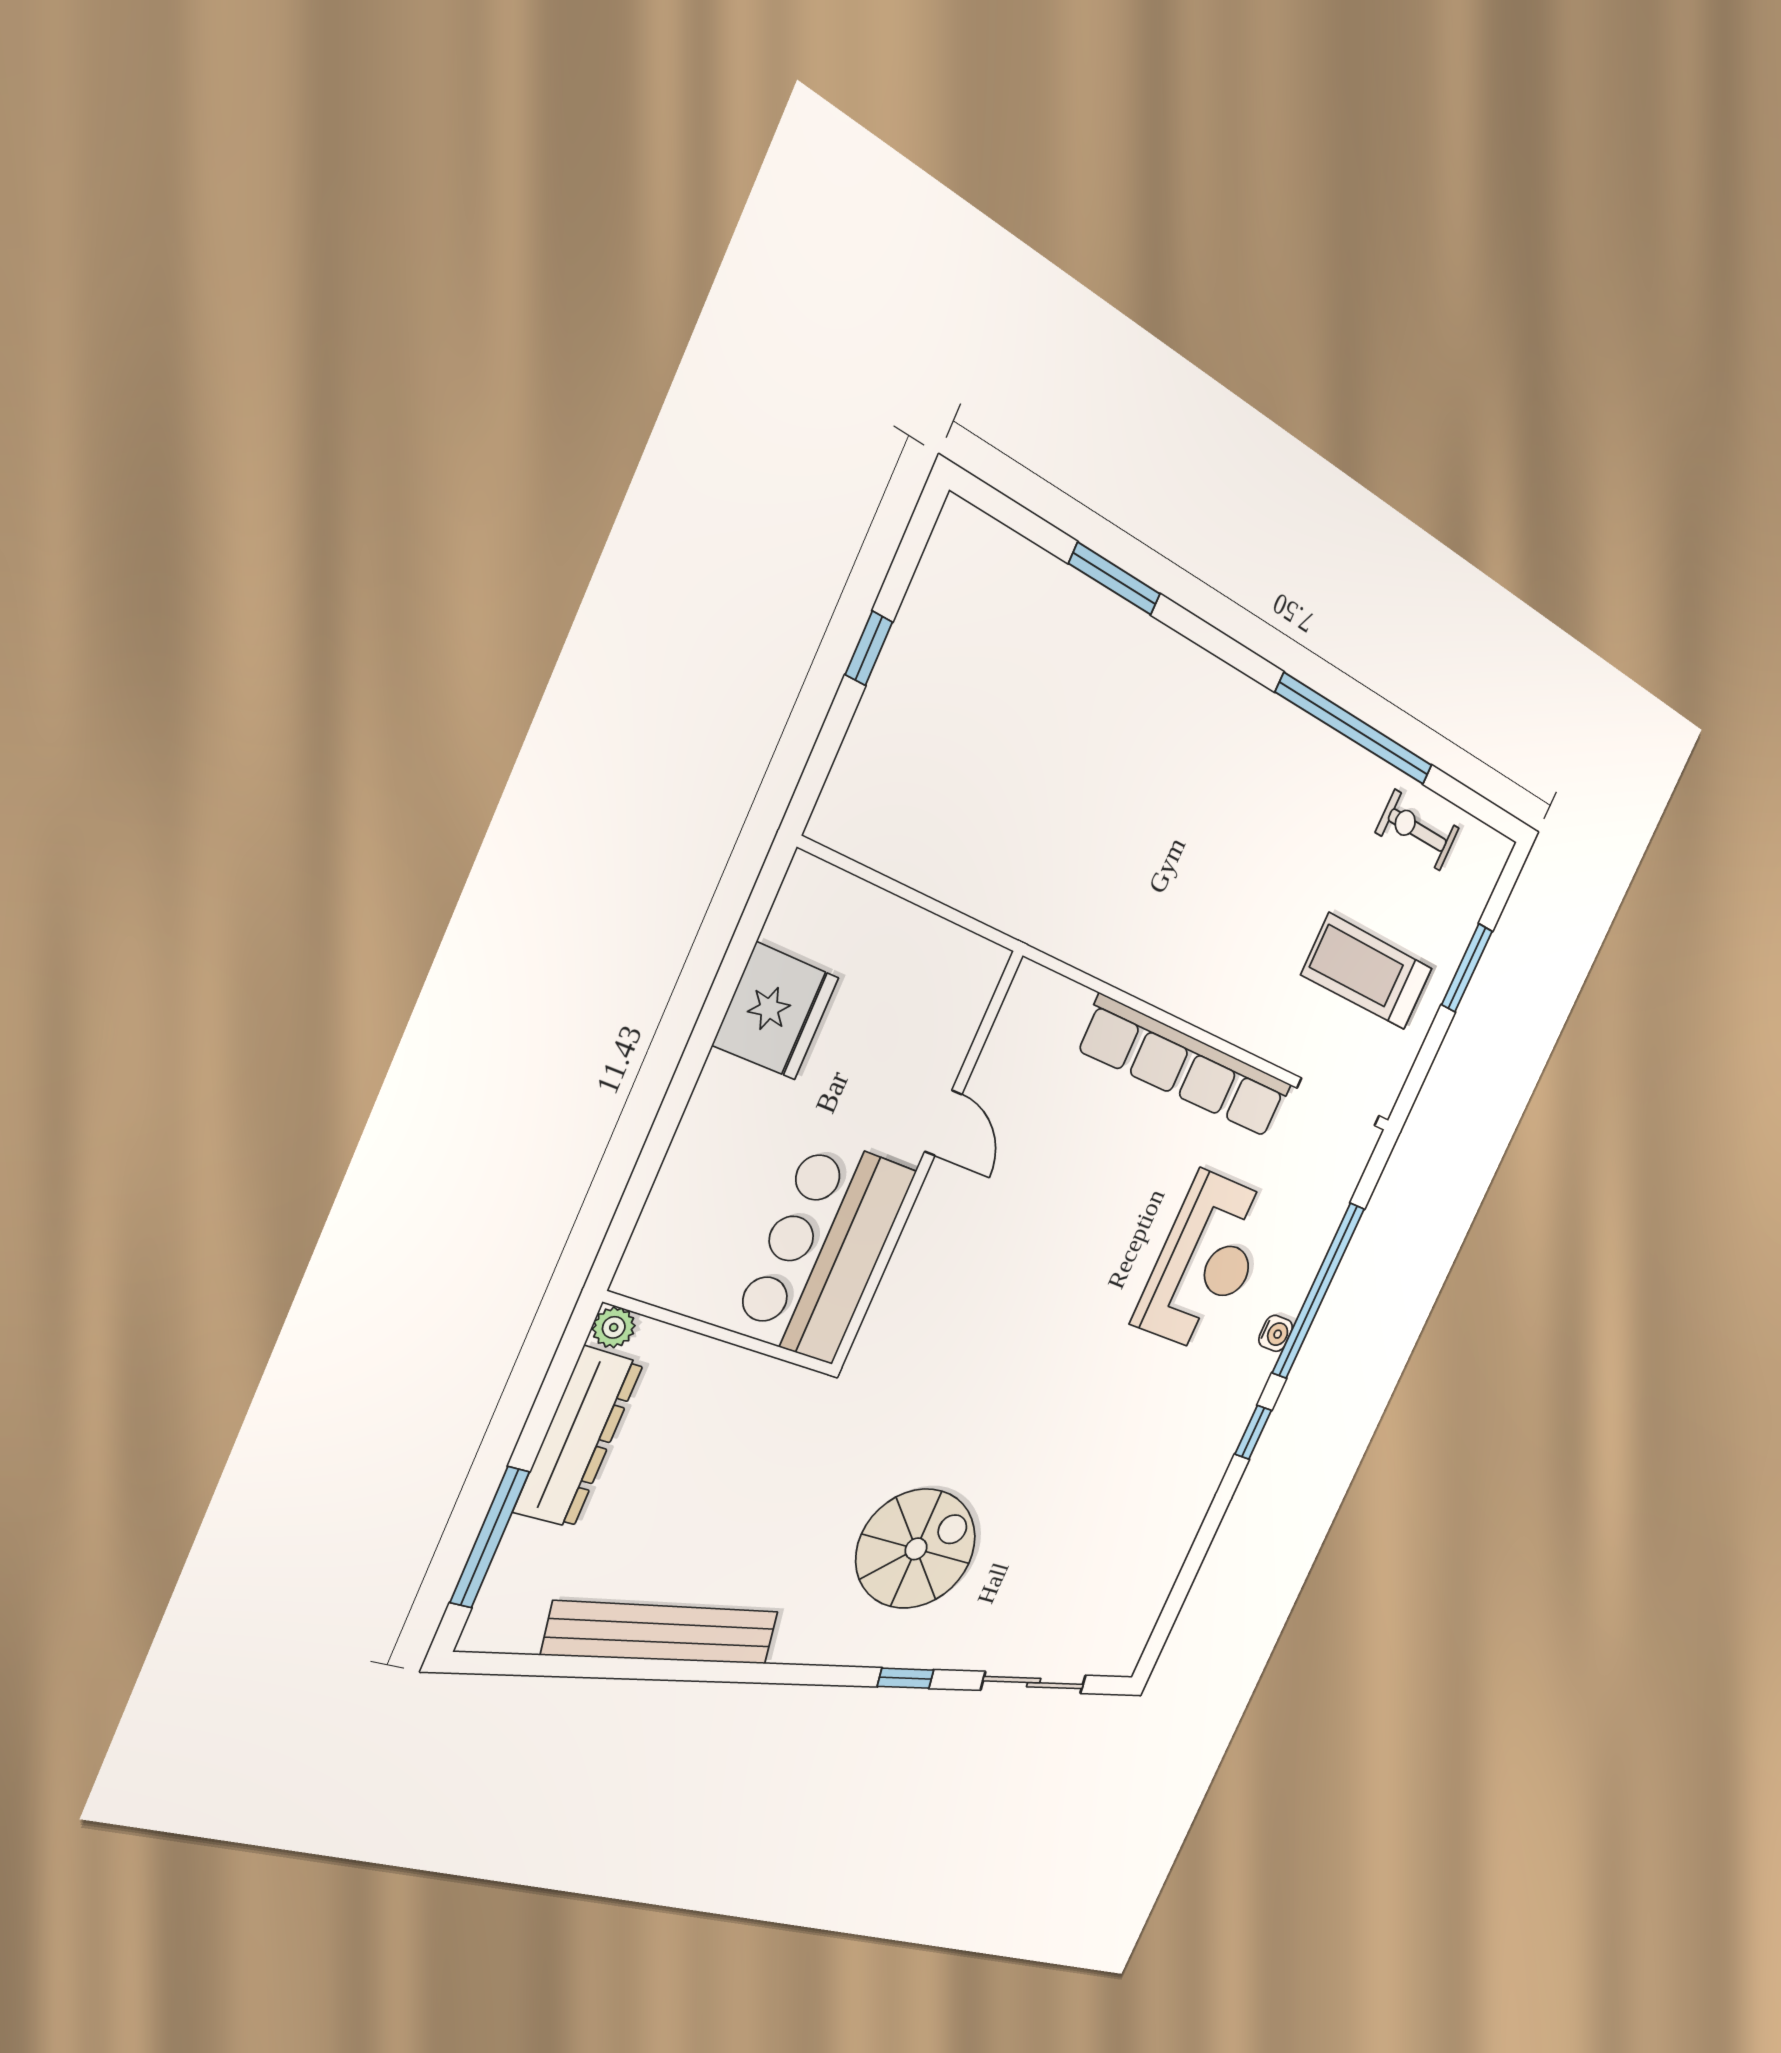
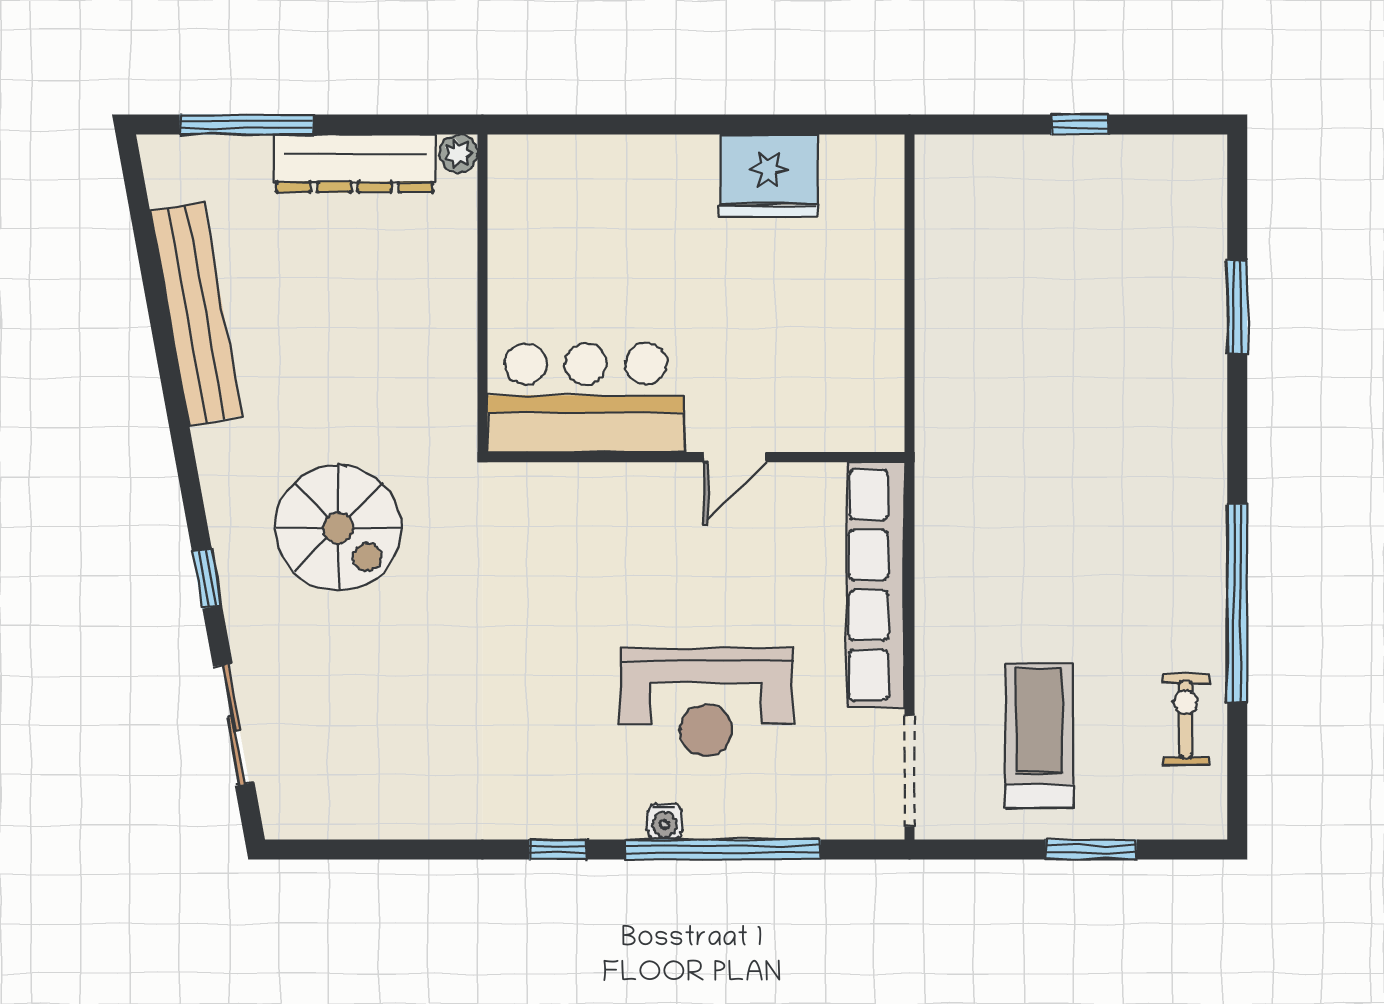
door: (943, 1123) -> (735, 457), moved
wall: (926, 1161) -> (696, 457), moved
bar counter: (823, 1250) -> (586, 398), moved

